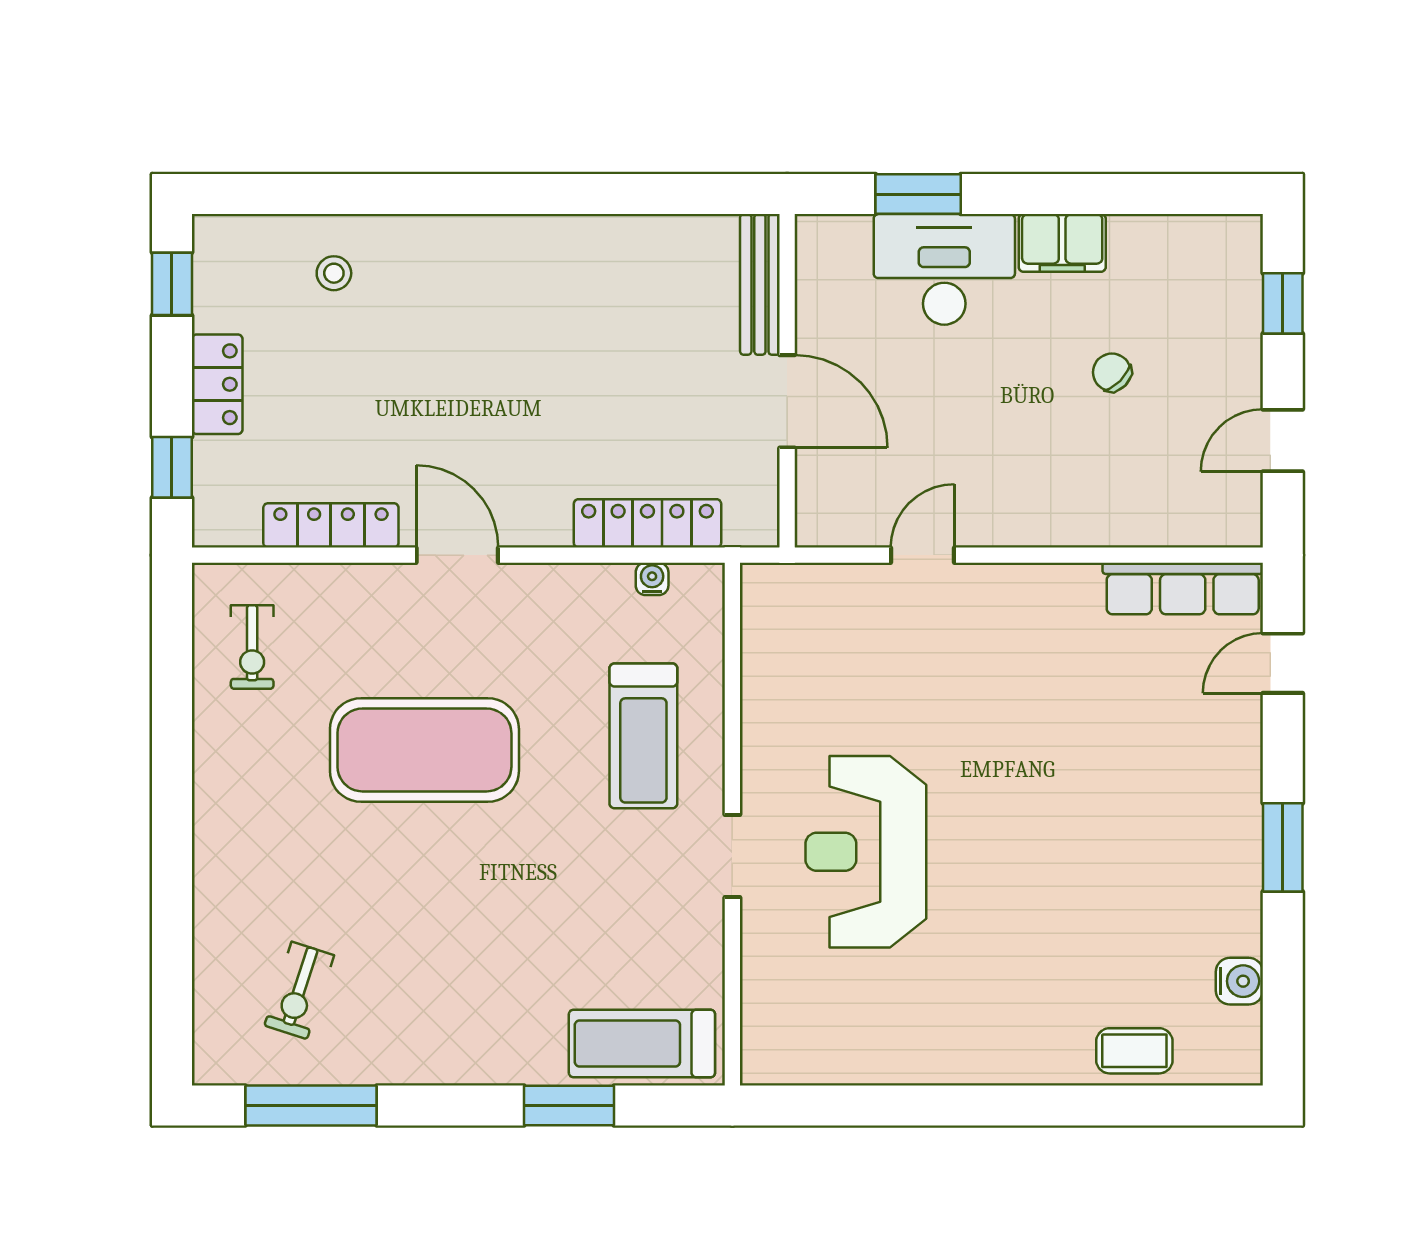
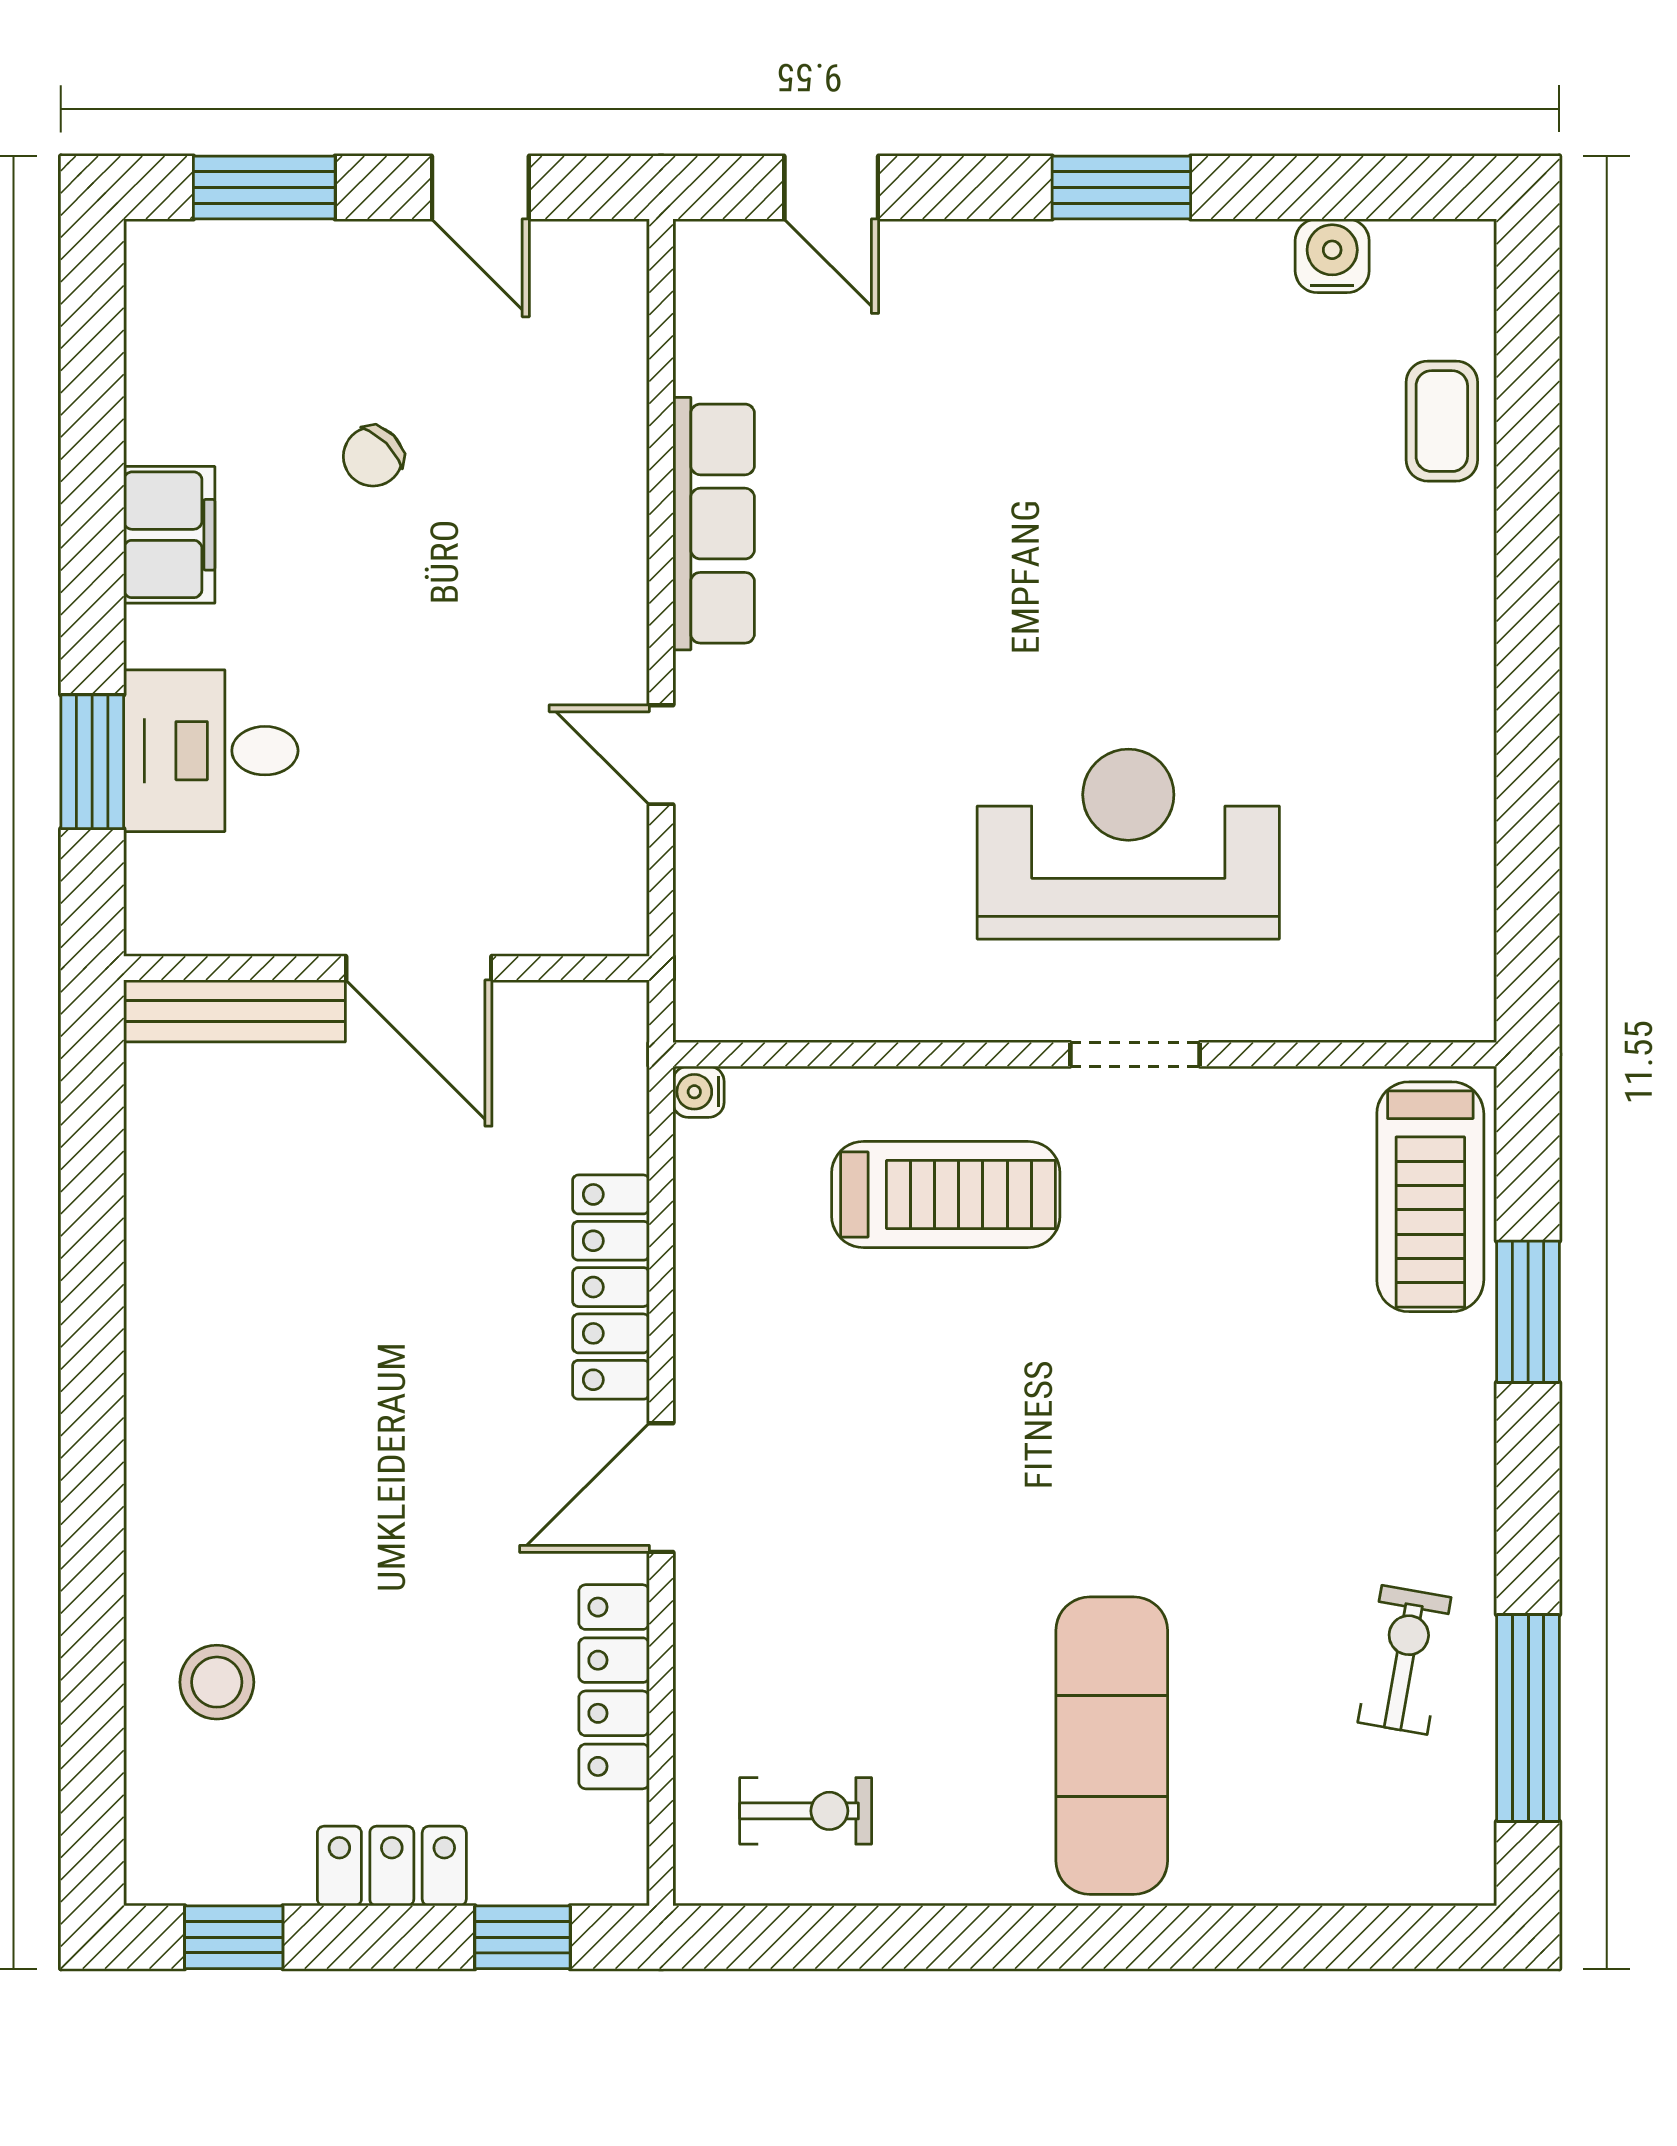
desk: (944, 269) -> (211, 751), width x0.73
stool: (334, 273) -> (217, 1682), width x1.37, depth x1.37
window: (1283, 303) -> (264, 187), width x1.50
door: (787, 401) -> (419, 968), swing flipped
locker: (647, 523) -> (611, 1287), moved
water cooler: (652, 579) -> (698, 1092), moved
row of seats: (1183, 589) -> (714, 524), moved
exercise mat: (424, 750) -> (1112, 1746), moved, width x0.68
reception desk: (866, 852) -> (1128, 844), turned 180
exercise bike: (299, 990) -> (1404, 1660), moved, turned -98

